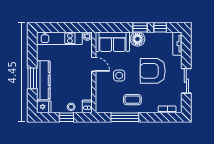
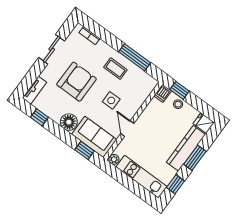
window: (140, 27) -> (84, 150), moved
window: (32, 50) -> (175, 184), added
armchair: (153, 71) -> (77, 82), turned -90
window: (66, 117) -> (180, 90), moved

